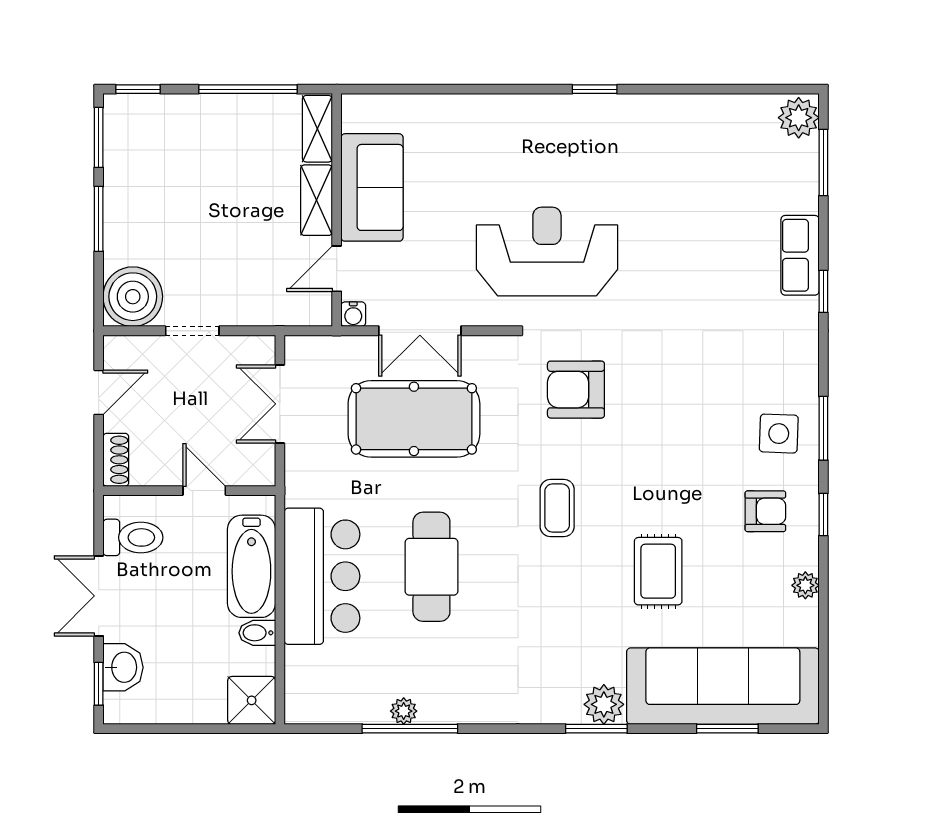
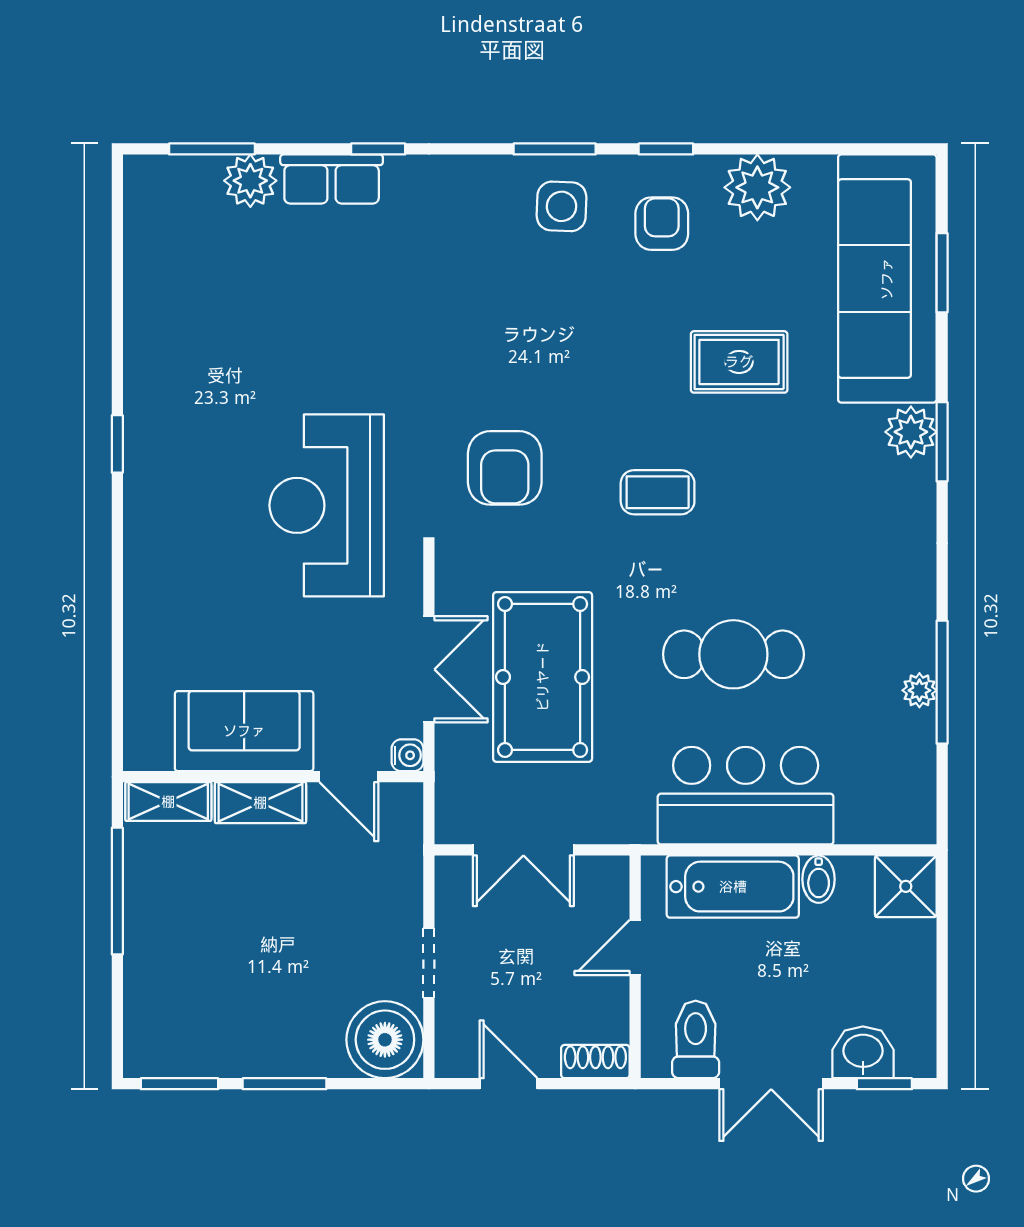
window: (138, 89) -> (117, 1033), removed
plant: (799, 118) -> (250, 181), moved
plant: (805, 585) -> (757, 187), width x1.87, depth x1.87

